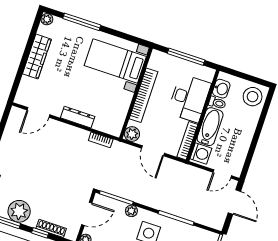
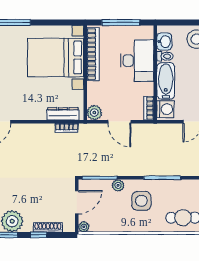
bed with nightstands: (115, 61) -> (56, 57), width x1.36
bookcase: (143, 95) -> (93, 54), moved
dresser: (78, 117) -> (63, 114), moved
bookcase: (187, 141) -> (149, 108), width x0.64

